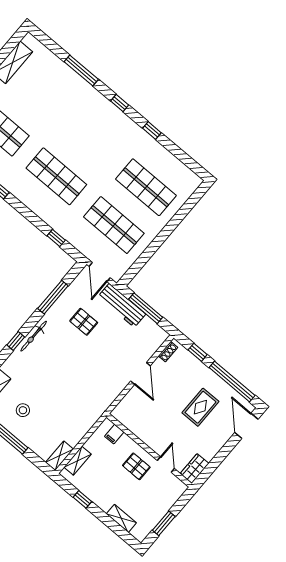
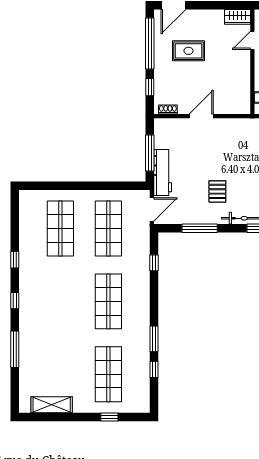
pallet: (84, 322) -> (217, 191), moved

